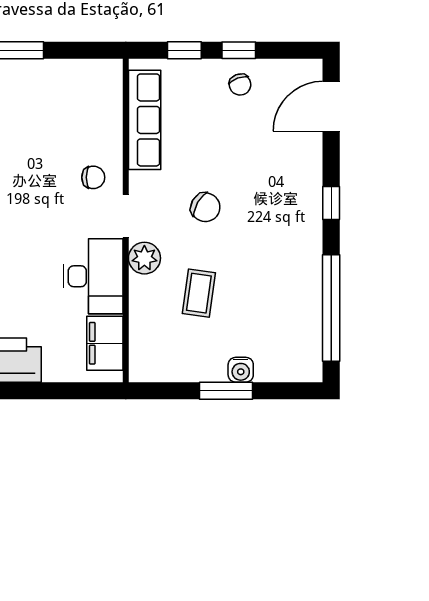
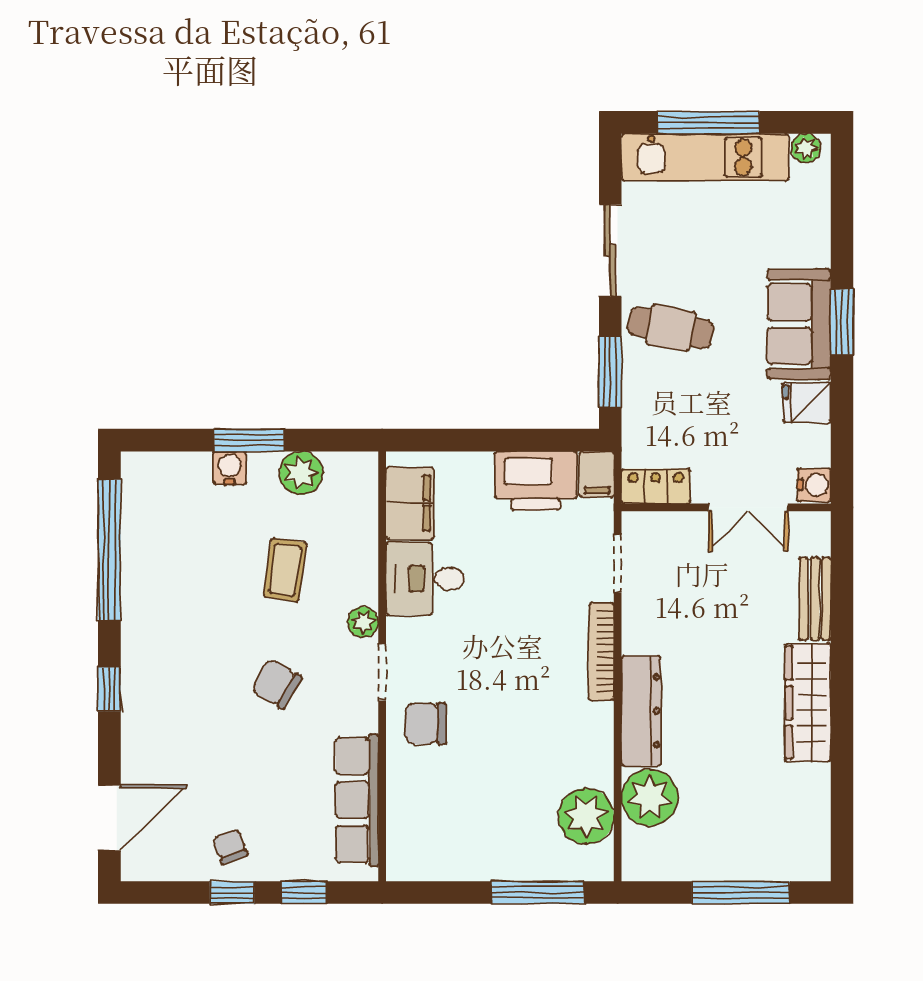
chair: (93, 177) -> (425, 724), width x1.37, depth x1.37
plant: (144, 258) -> (363, 622), width x0.73, depth x0.73
desk: (93, 276) -> (425, 579), width x0.73
plant: (187, 366) -> (301, 473), added

